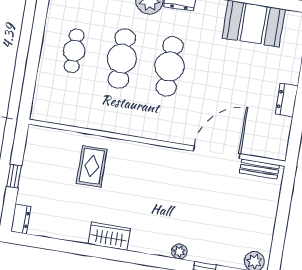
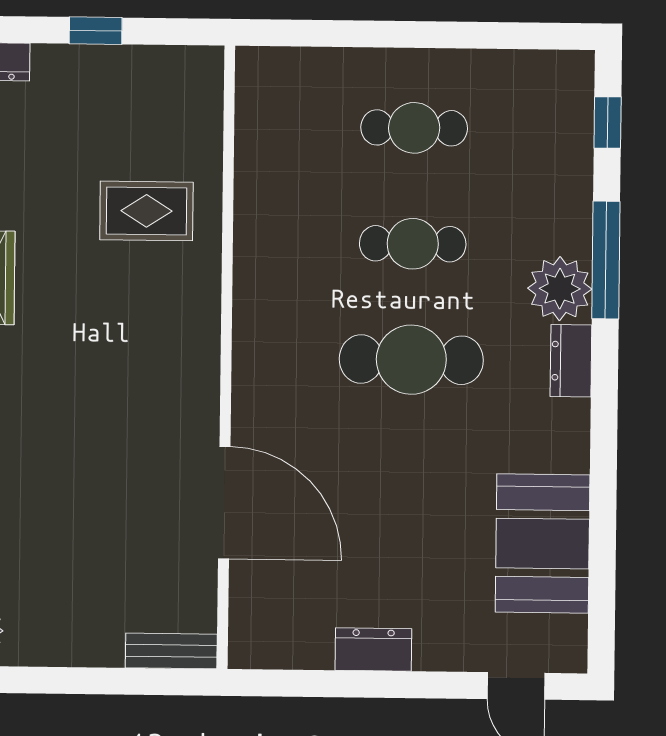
cafe table: (122, 59) -> (413, 244), width x0.73, depth x0.74
bench: (259, 169) -> (171, 651), moved, turned 90

